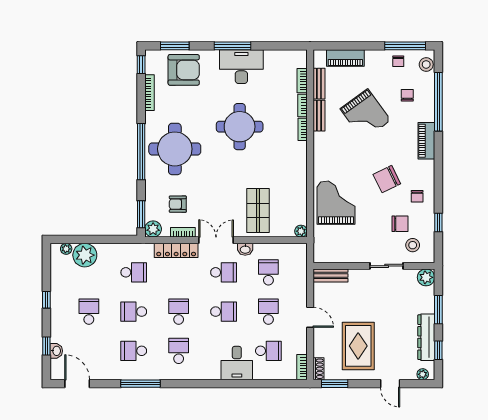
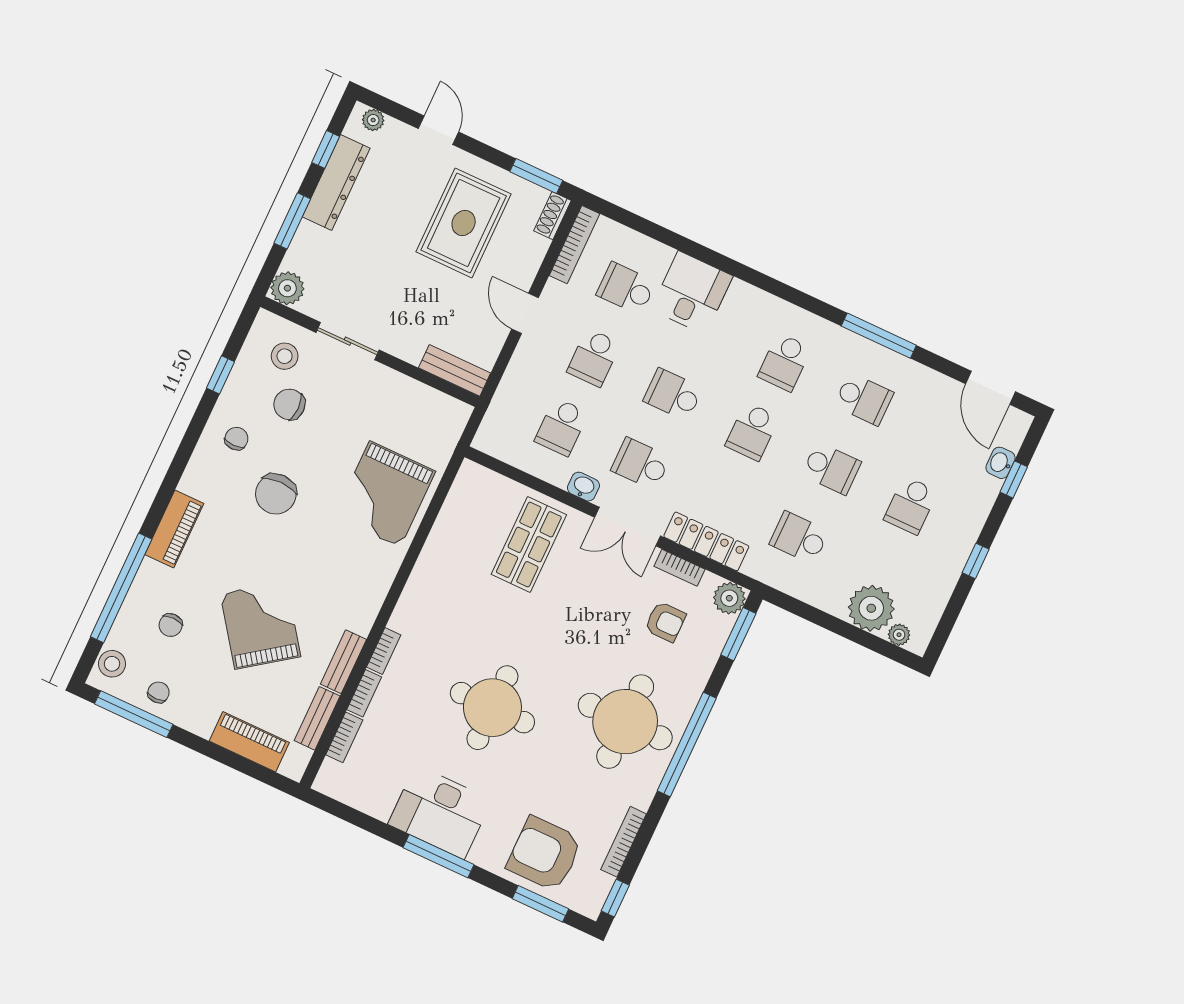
chair: (387, 179) -> (276, 494), turned 116
plant: (301, 231) -> (470, 473), removed
bookcase: (302, 367) -> (574, 245), width x1.56

